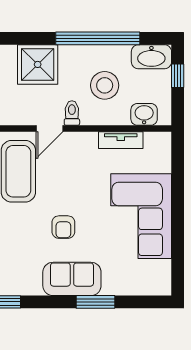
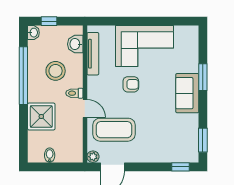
washbasin: (151, 57) -> (33, 33), width x0.52, depth x0.69
tv unit: (121, 140) -> (93, 54), width x1.41
armchair: (63, 227) -> (131, 84), moved

